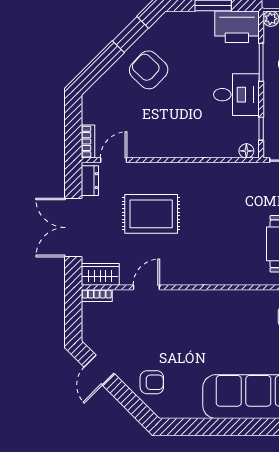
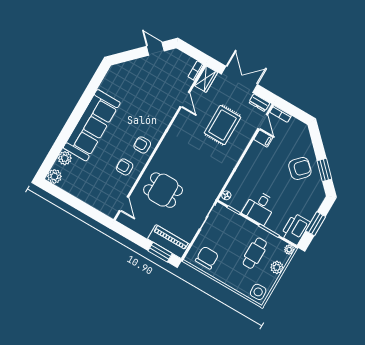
filing cabinet: (137, 146) -> (263, 139), added
armchair: (152, 382) -> (142, 145), moved, turned 90

